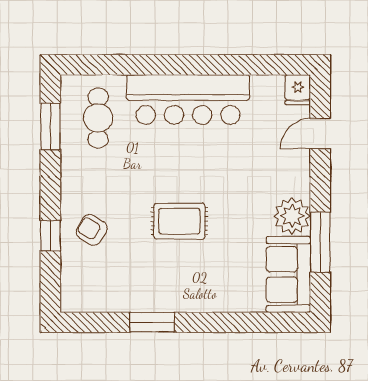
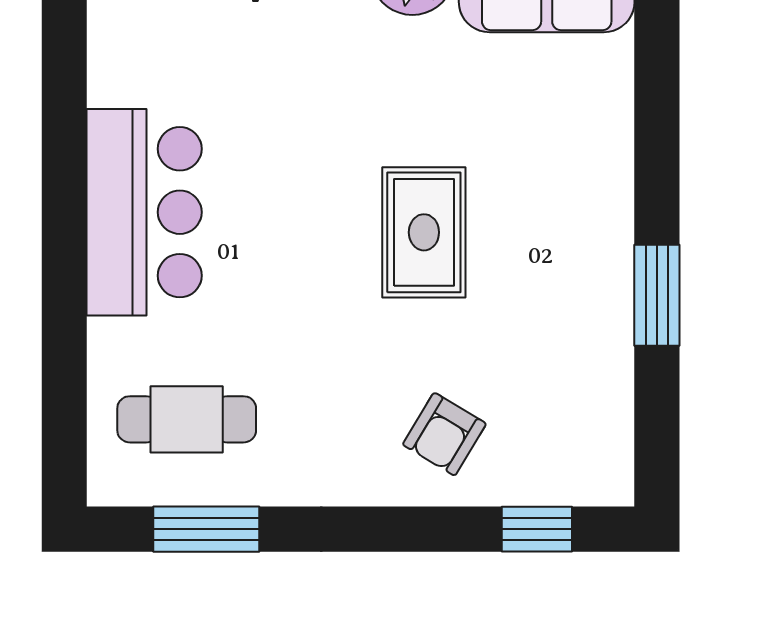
bar counter: (188, 99) -> (144, 212), width x0.73
window: (50, 236) -> (537, 529), moved

